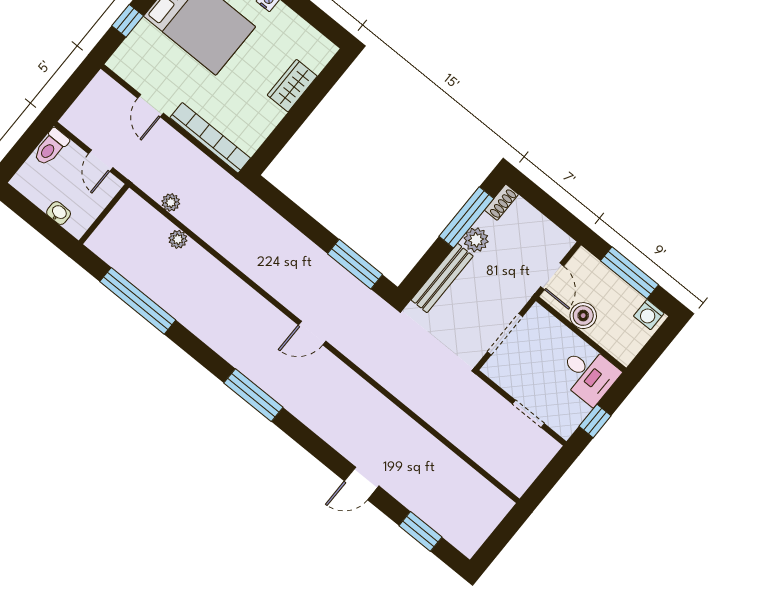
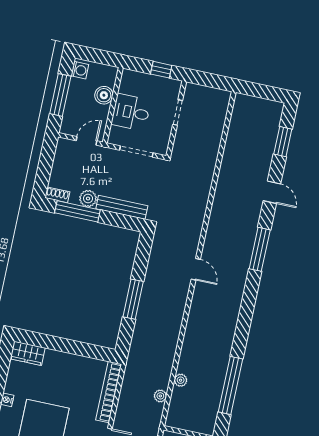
wardrobe: (292, 86) -> (28, 353), moved
window: (355, 264) -> (133, 299), moved
boiler: (583, 316) -> (104, 95), moved
desk: (588, 374) -> (131, 112), moved, turned -90
window: (253, 395) -> (260, 249), moved

